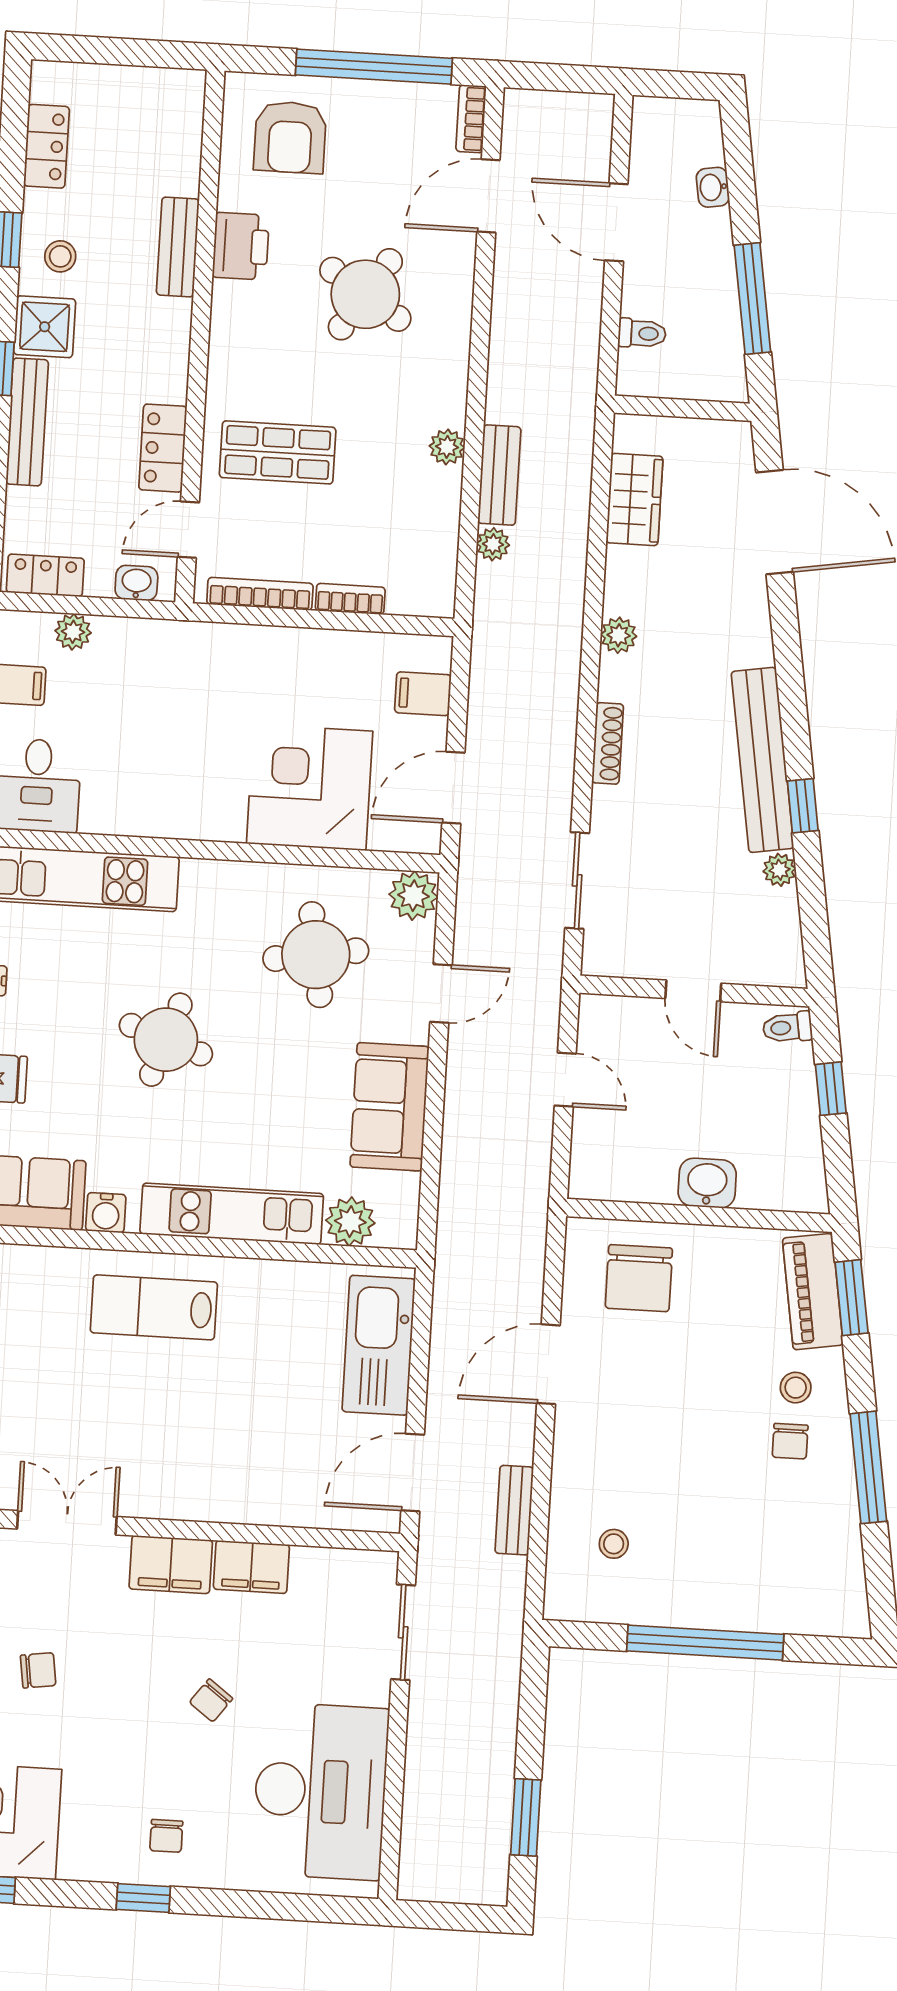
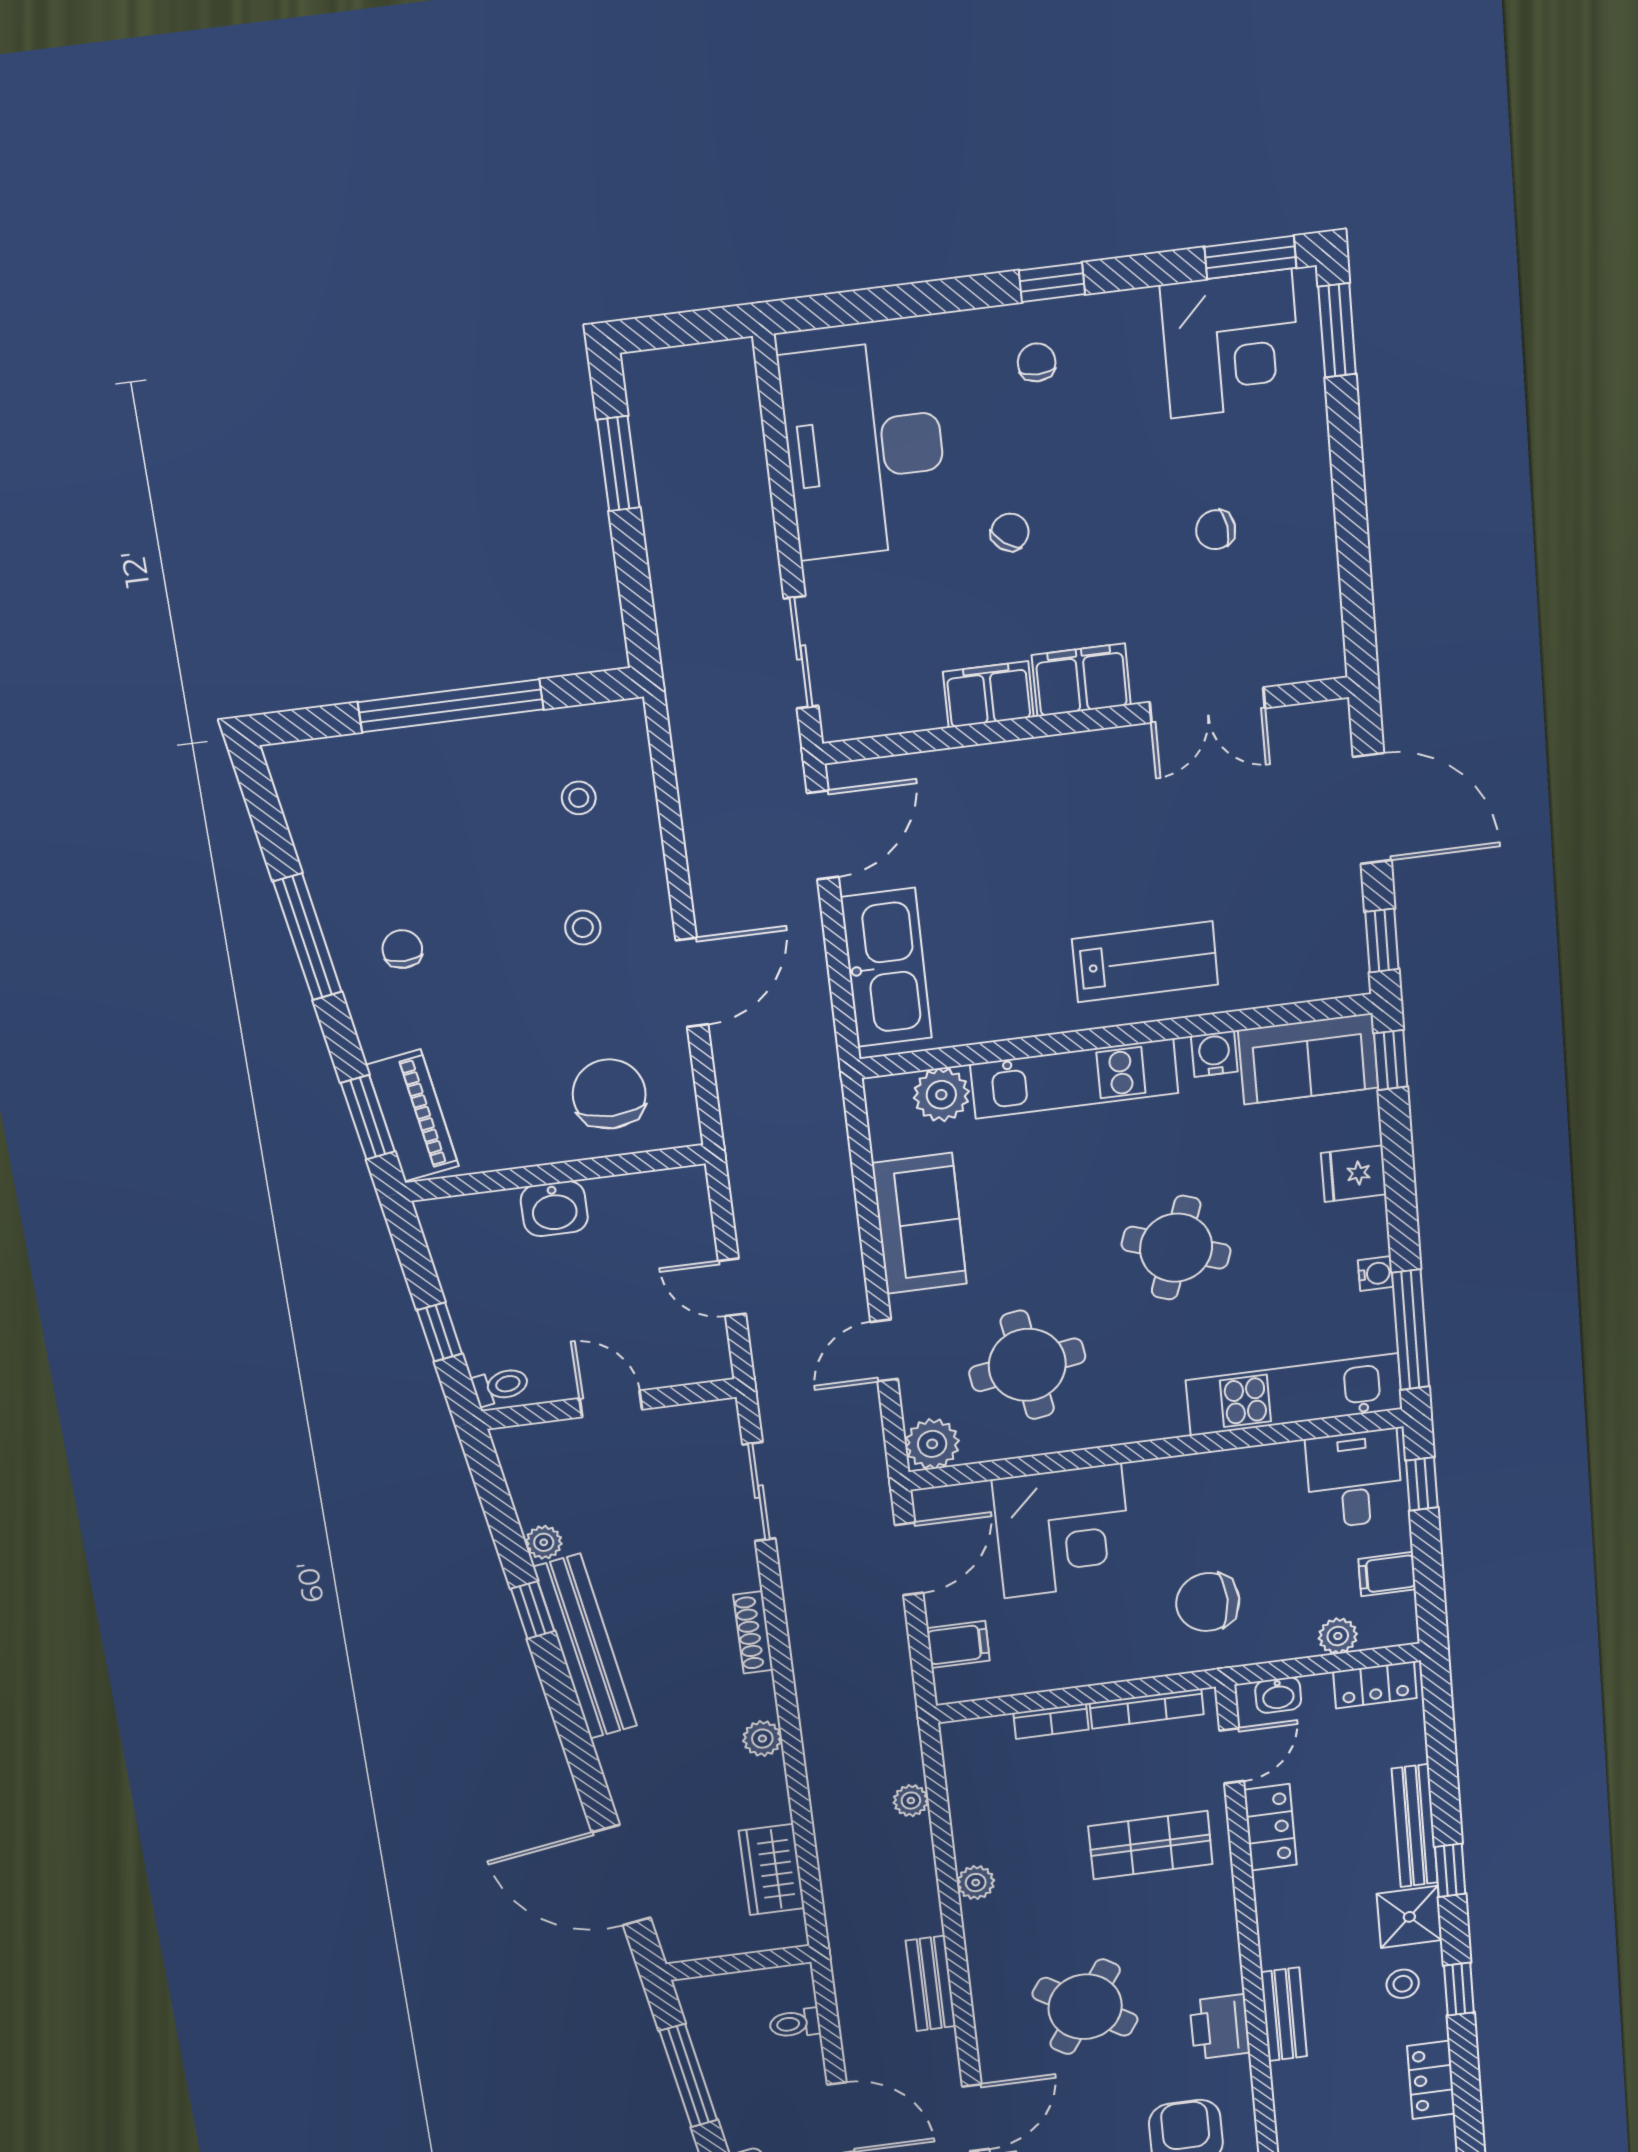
bench: (499, 475) -> (931, 1983), moved
chair: (188, 690) -> (1208, 1602), added
stool: (796, 1388) -> (583, 928), moved
bench: (514, 1510) -> (699, 814), removed

